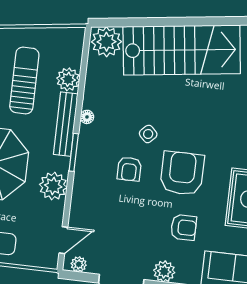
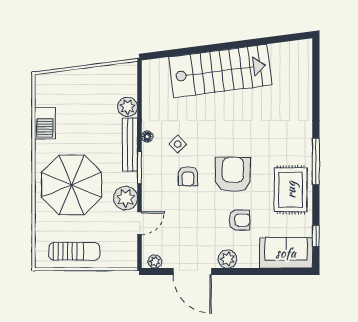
plant: (106, 42) -> (156, 71), removed
sun lounger: (24, 80) -> (91, 112), removed
side table: (148, 134) -> (178, 144), moved
door: (63, 240) -> (140, 223), moved

